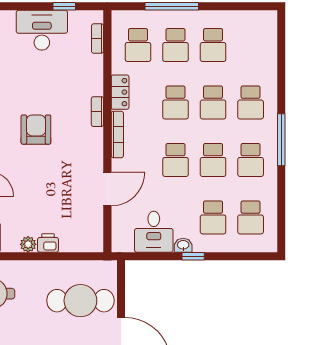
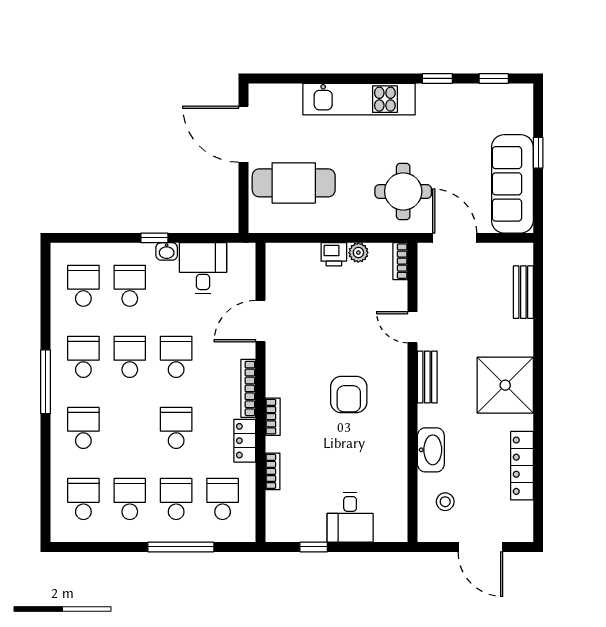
desk: (42, 30) -> (350, 517), width x0.73
bookcase: (98, 38) -> (273, 471), moved
school desk: (213, 102) -> (83, 499), moved

